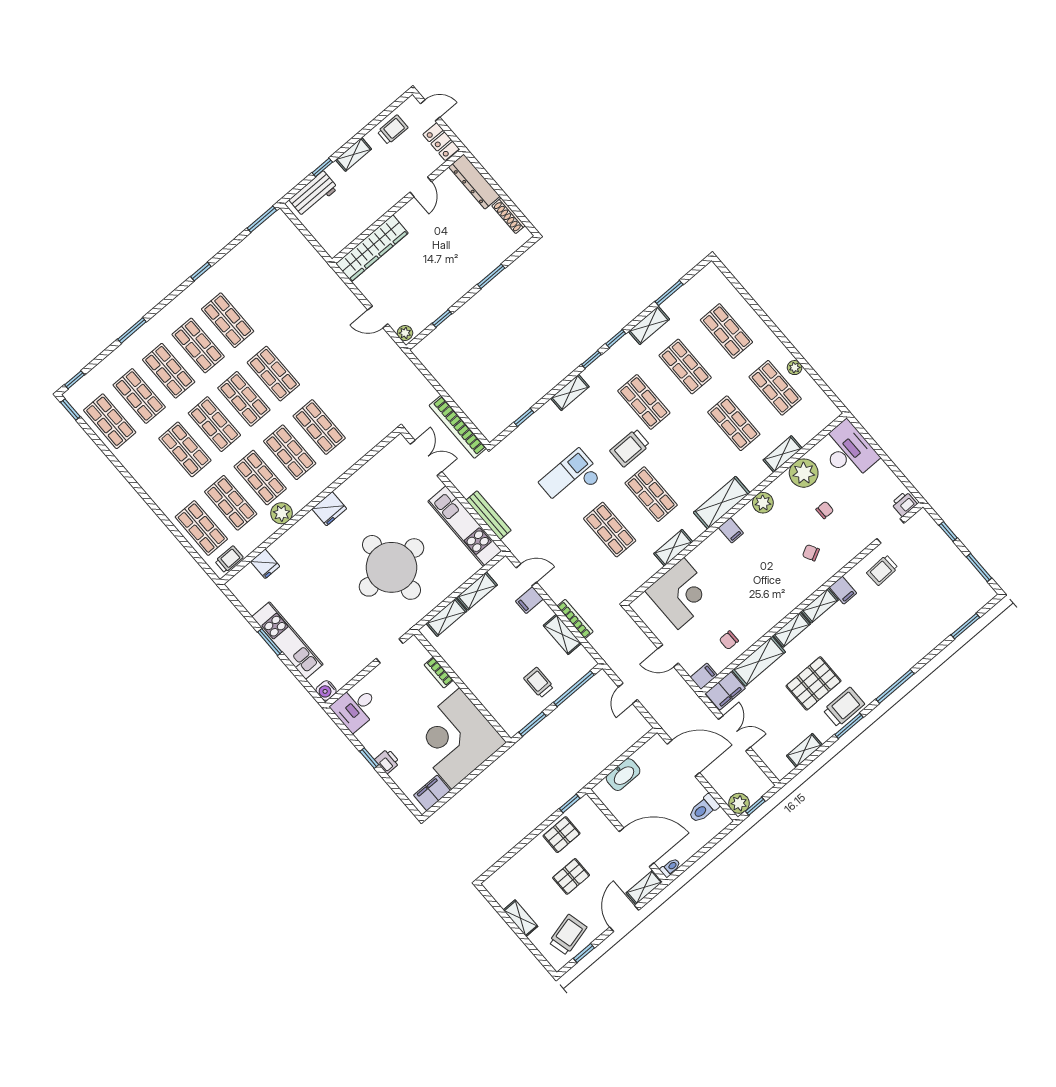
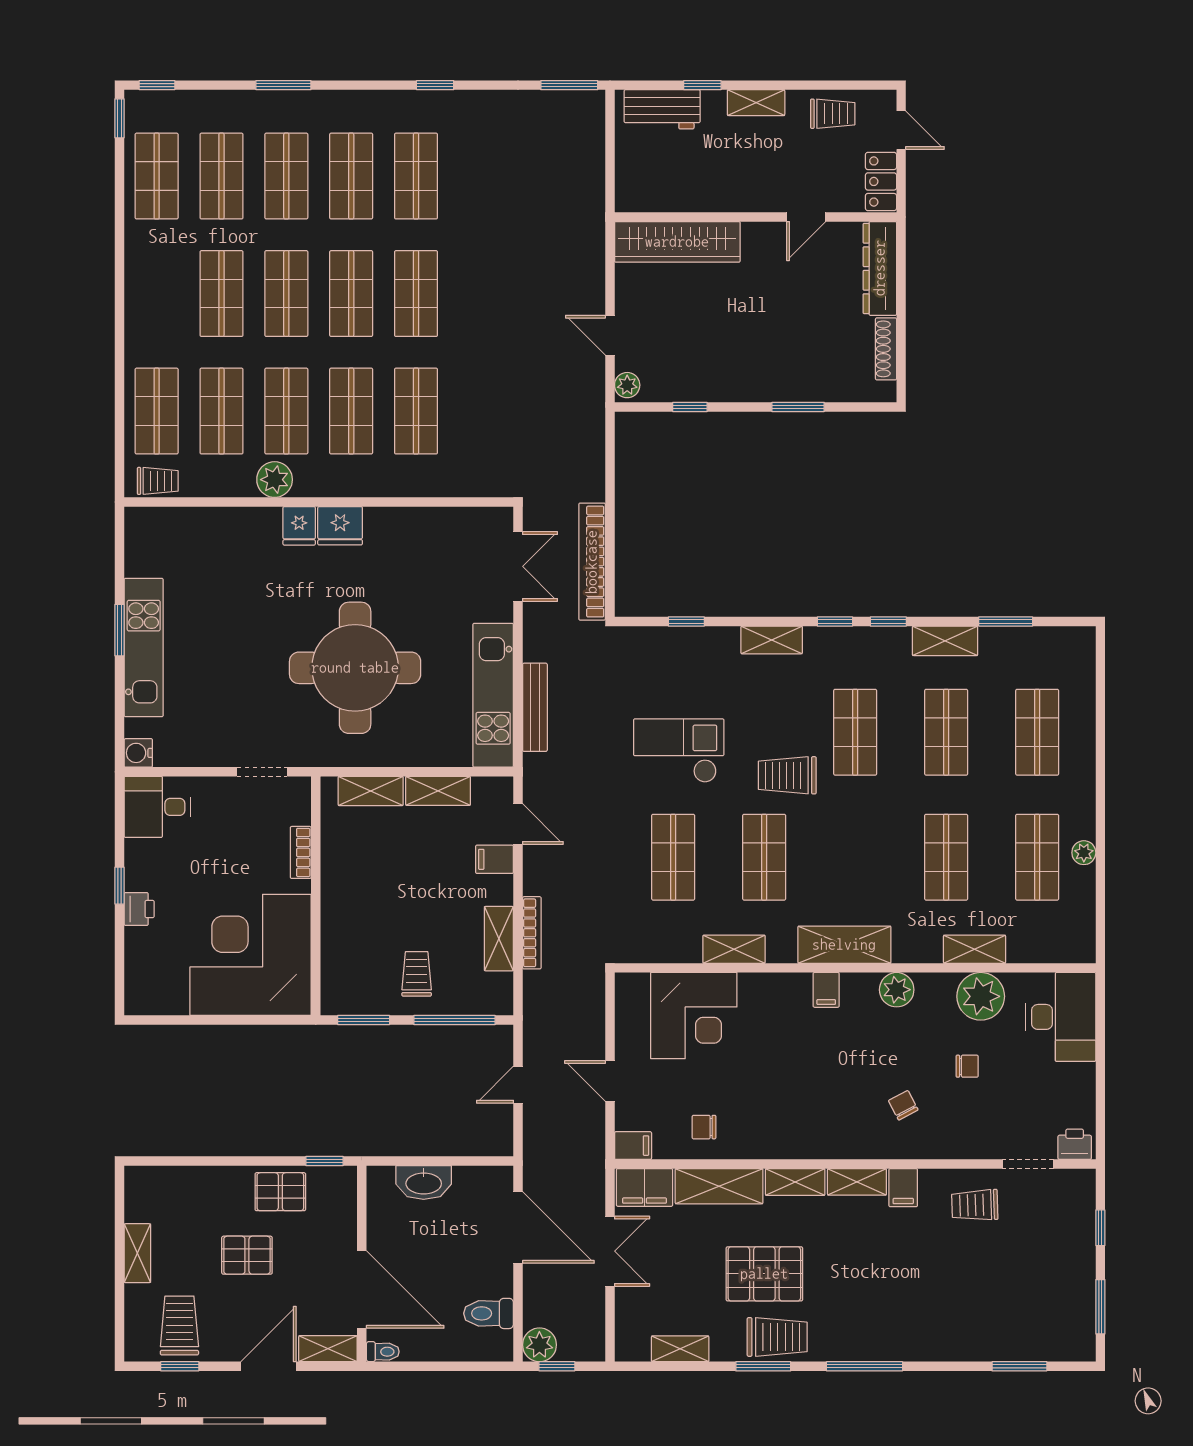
fridge: (265, 564) -> (299, 526), moved
filing cabinet: (432, 793) -> (161, 998), removed
trolley: (568, 935) -> (179, 1326), turned -76

